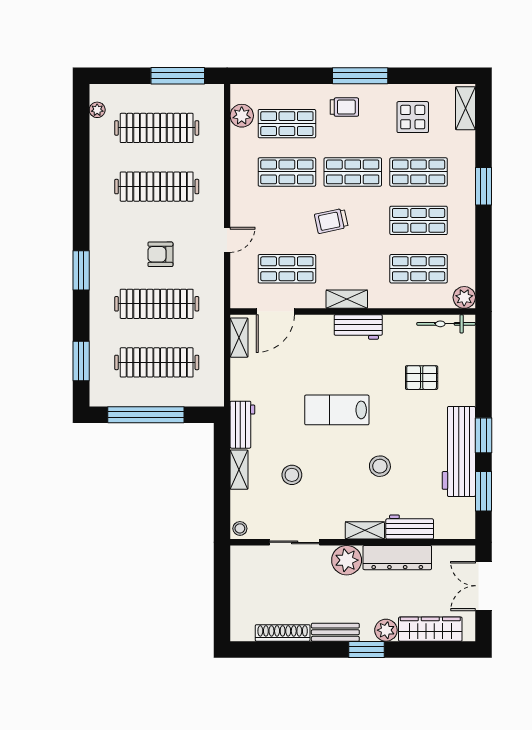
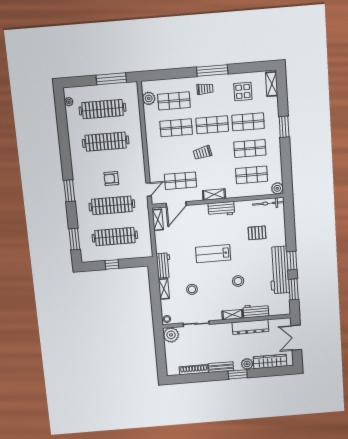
door: (227, 240) -> (149, 189), moved
window: (146, 415) -> (112, 264), width x0.32
plant: (347, 560) -> (171, 335), moved

